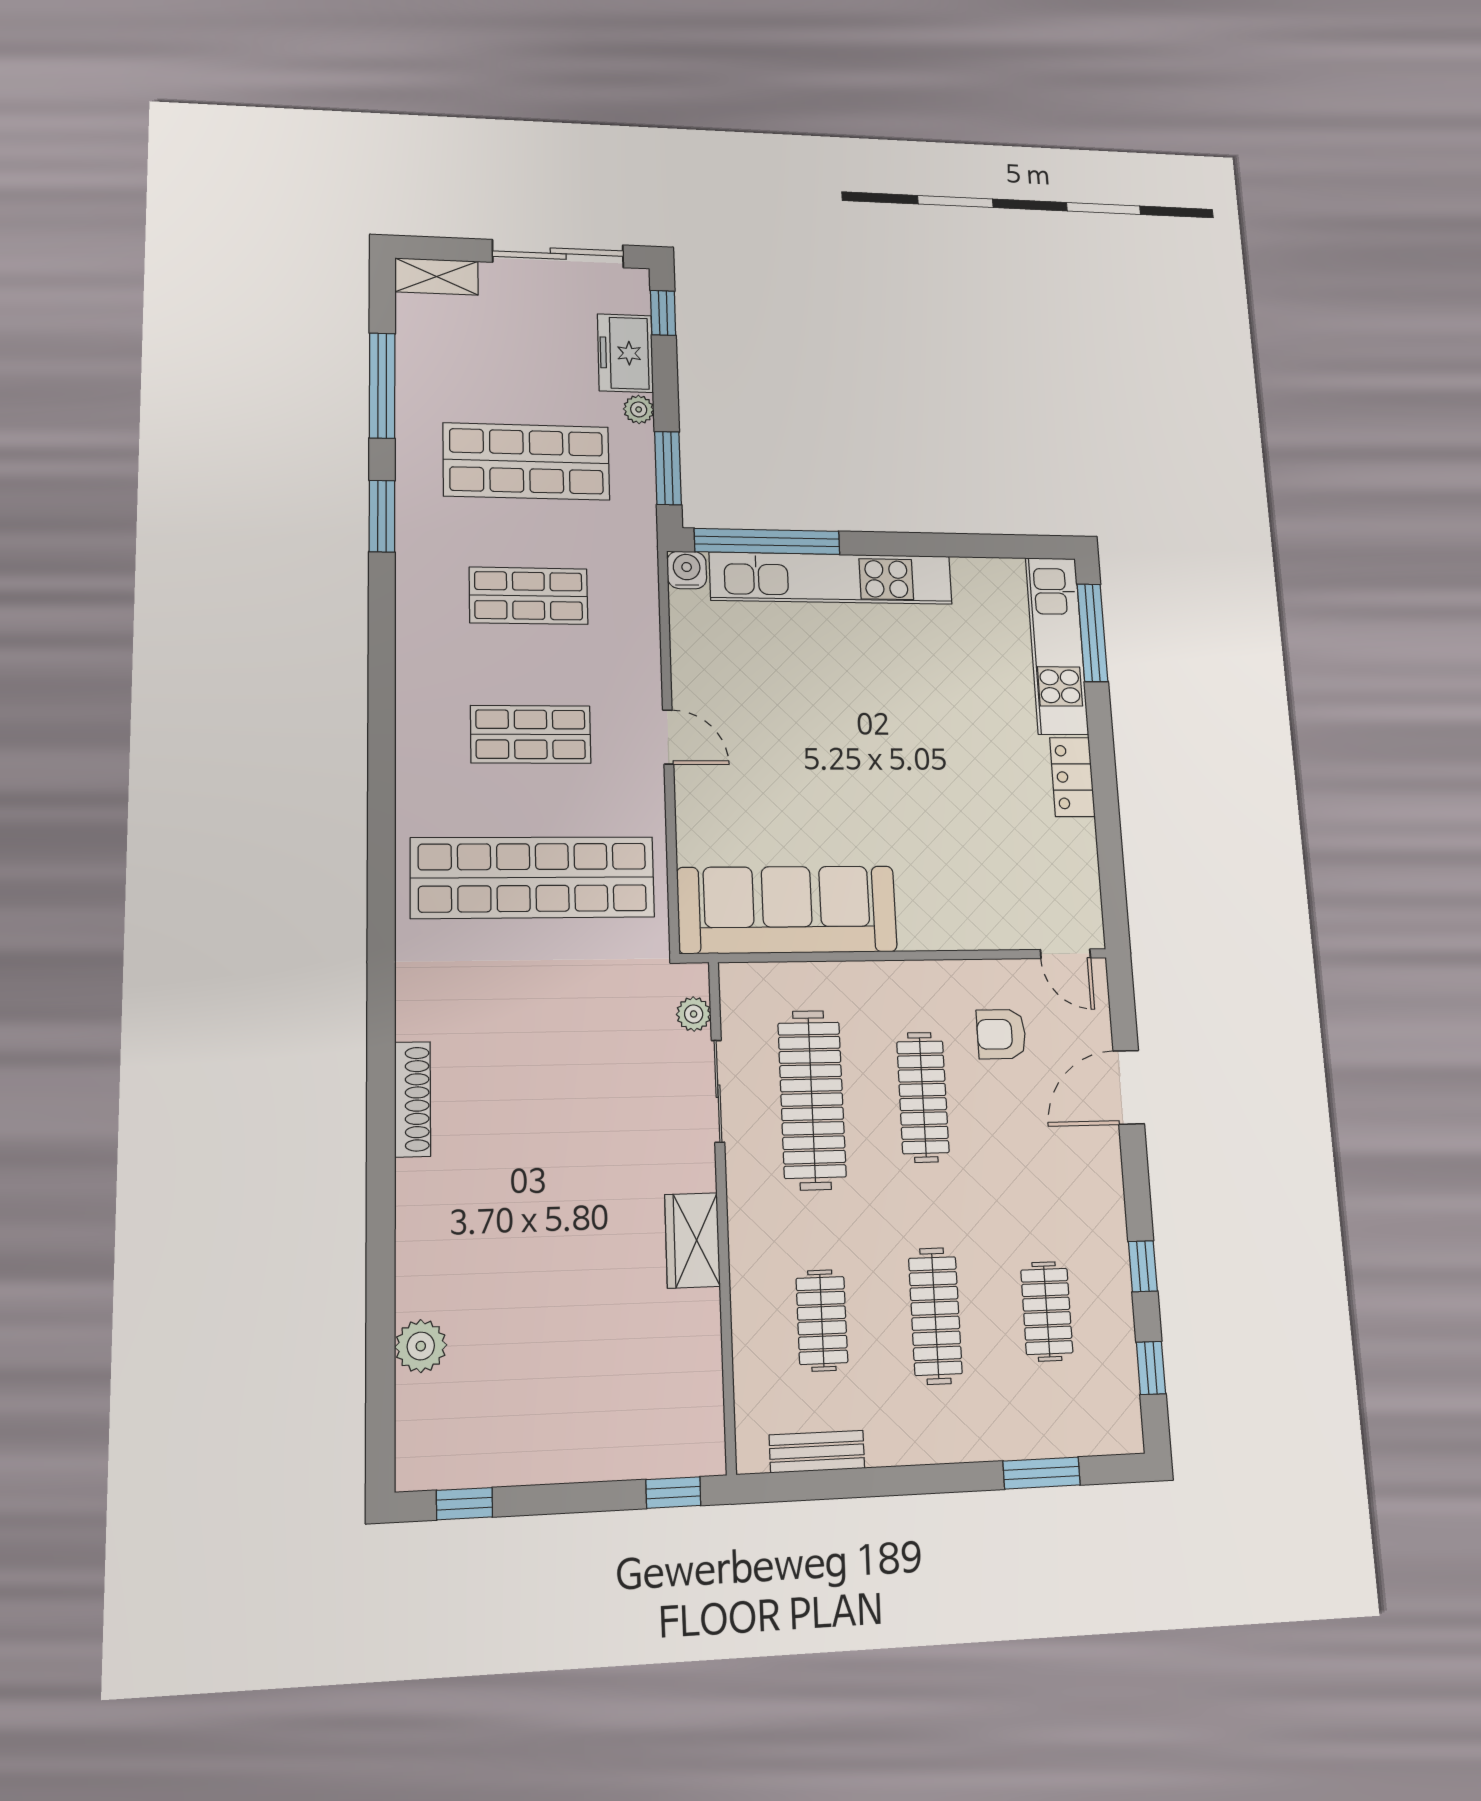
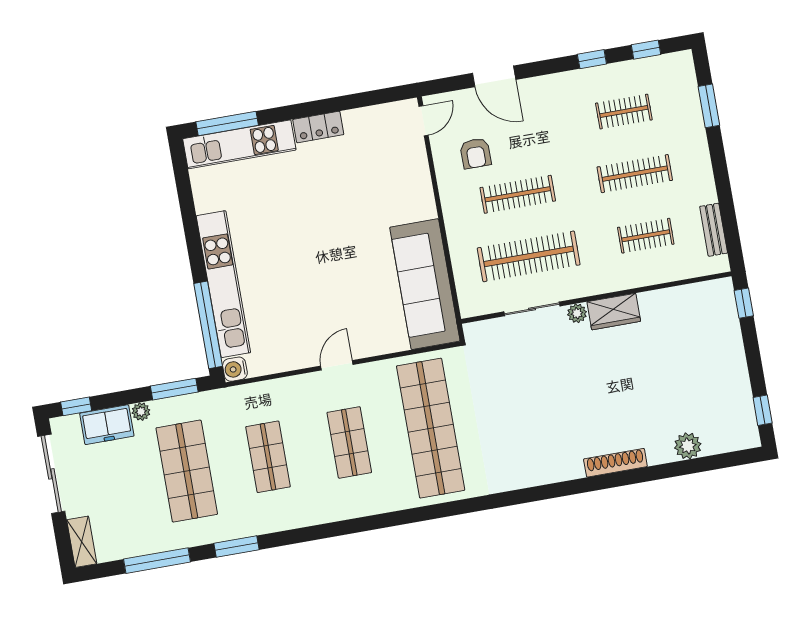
plant: (694, 1014) -> (577, 313), moved
shoe rack: (412, 1099) -> (615, 463), moved

